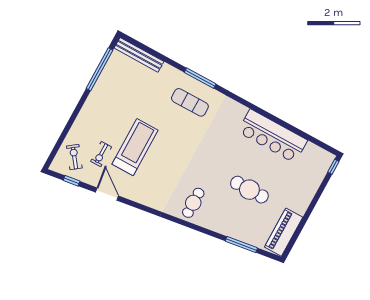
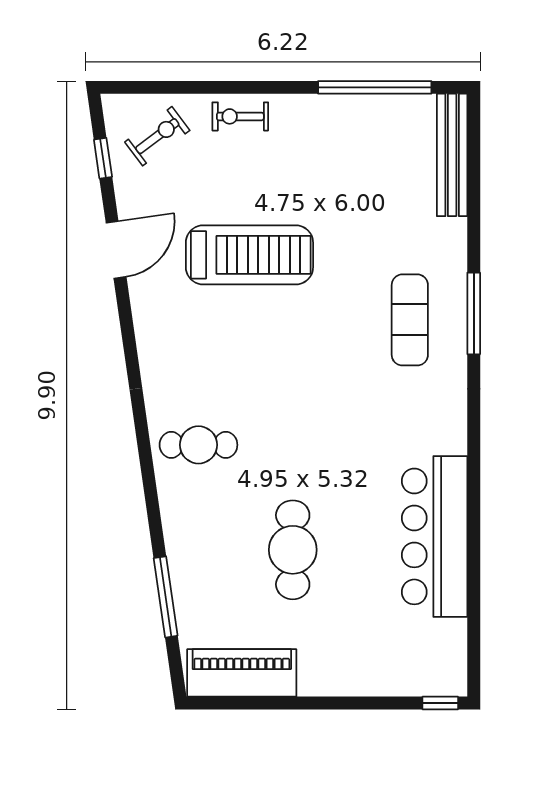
exercise bike: (101, 154) -> (240, 116), moved

